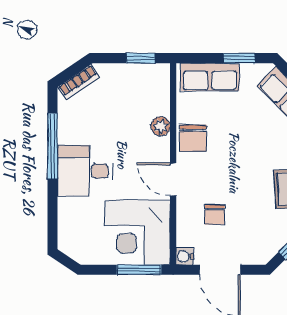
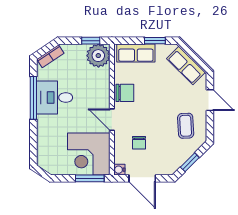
plant: (161, 126) -> (98, 56), moved, width x1.88, depth x1.88
chair: (193, 138) -> (125, 93), turned -90
desk: (85, 171) -> (55, 97), moved

